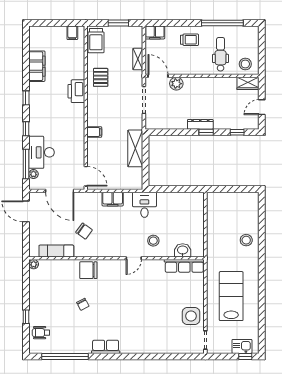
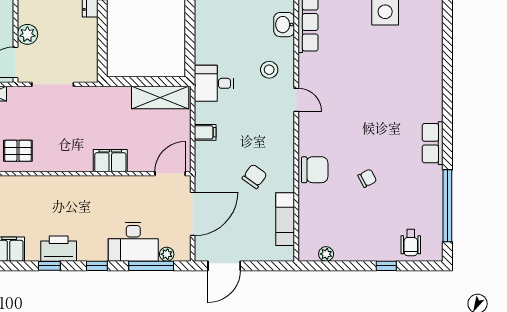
printer: (76, 91) -> (59, 249), moved, turned 180
filing cabinet: (94, 132) -> (110, 161), width x2.00
shelving: (135, 148) -> (160, 97), moved
filing cabinet: (113, 199) -> (205, 132), width x0.50
plant: (34, 264) -> (326, 254), moved
chair: (88, 270) -> (315, 170), turned -90

